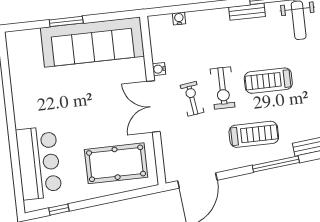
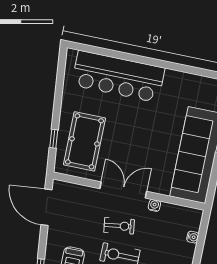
bar counter: (39, 163) -> (118, 76), width x1.36
window: (59, 210) -> (54, 139), moved

